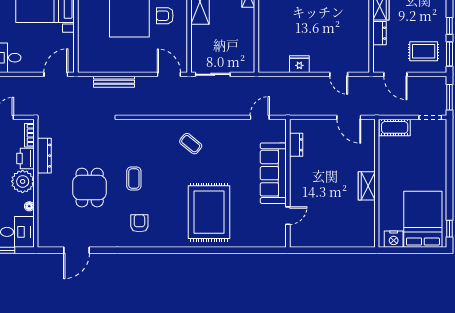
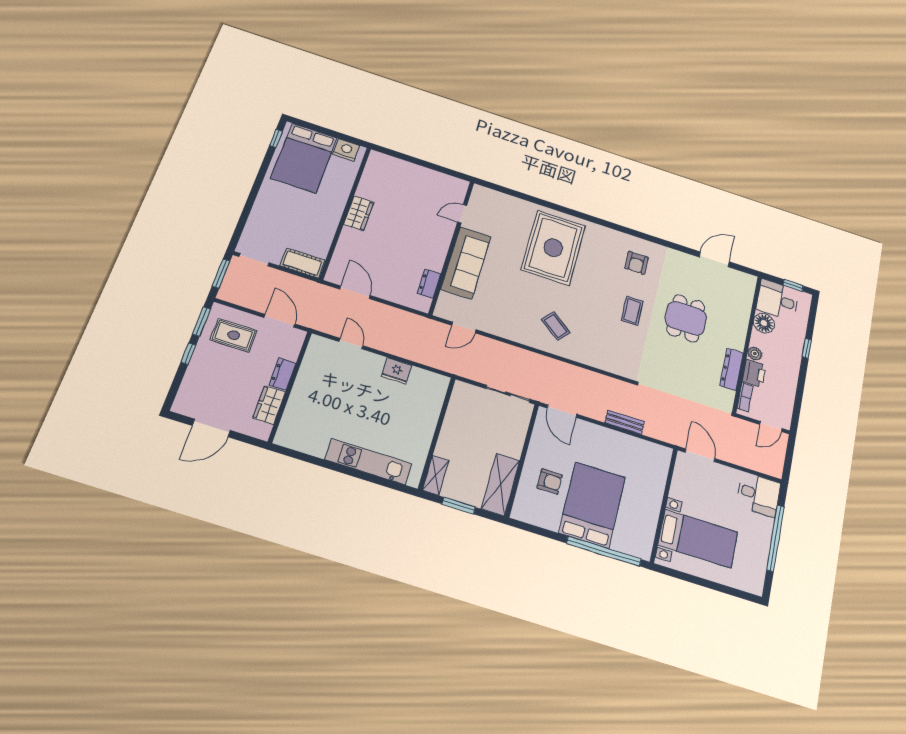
door: (56, 74) -> (700, 455), swing flipped
bench: (114, 82) -> (625, 422), width x0.73
plant: (23, 181) -> (755, 354), width x0.53, depth x0.53
floor lamp: (29, 206) -> (764, 323), width x1.89, depth x1.89

